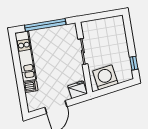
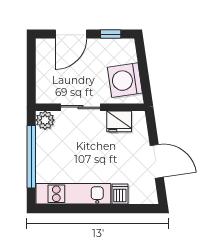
plant: (71, 30) -> (45, 120), added
door: (129, 37) -> (71, 34), added
fridge: (77, 90) -> (119, 121), moved, turned -82

